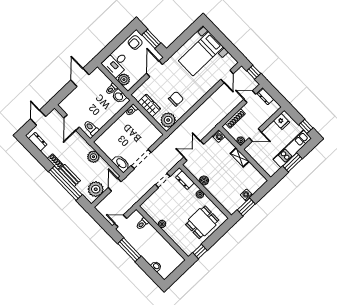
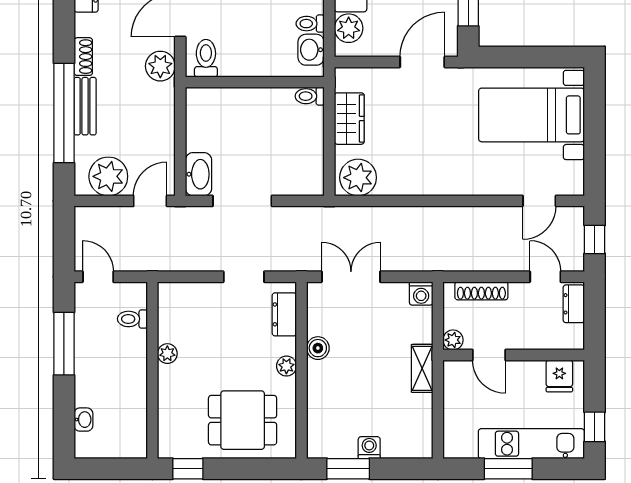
chair: (176, 99) -> (409, 153), removed
plant: (93, 157) -> (160, 66), moved

